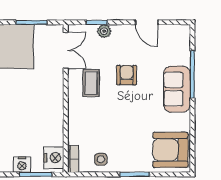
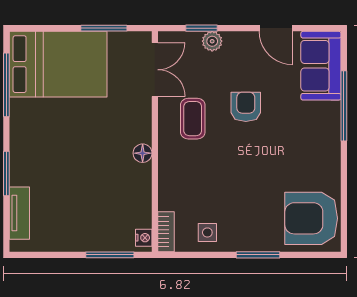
sofa: (177, 89) -> (321, 66), moved
floor lamp: (57, 106) -> (143, 153), added
nightstand: (54, 158) -> (144, 238), width x0.53, depth x0.56
nightstand: (22, 165) -> (90, 240), removed

